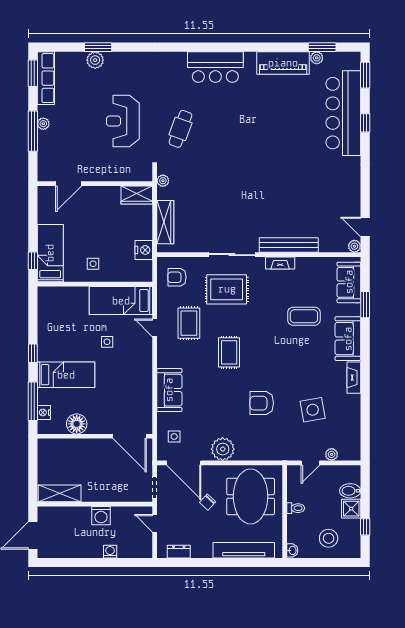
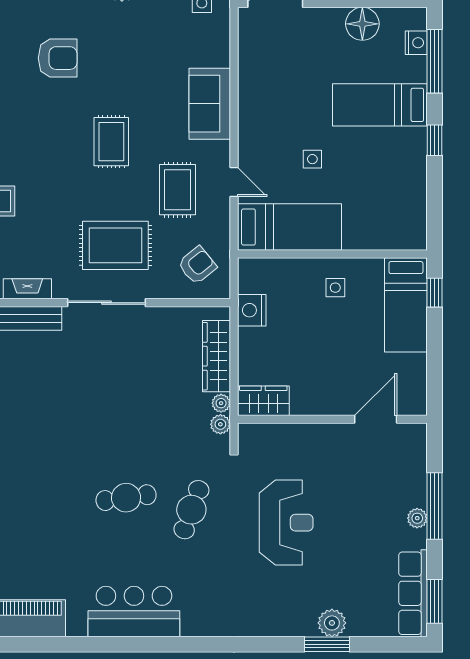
cafe table: (220, 136) -> (126, 498), added
plant: (162, 194) -> (221, 403), added
armchair: (177, 277) -> (197, 265), turned -39
sofa: (169, 390) -> (210, 104), moved

